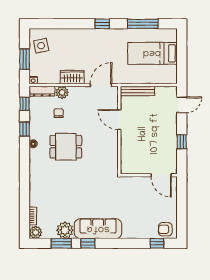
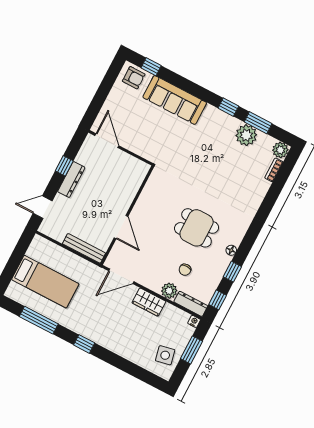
dresser: (172, 135) -> (71, 180), added
sofa: (98, 229) -> (175, 100), moved

